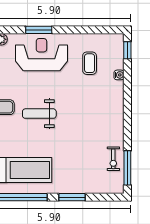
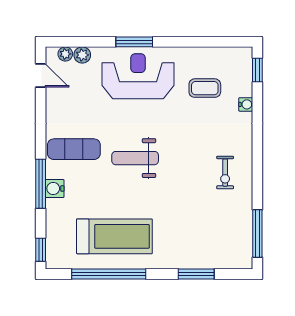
coffee table: (90, 63) -> (205, 88), turned 90
exercise bike: (113, 159) -> (225, 173), moved
window: (72, 197) -> (196, 274), moved

